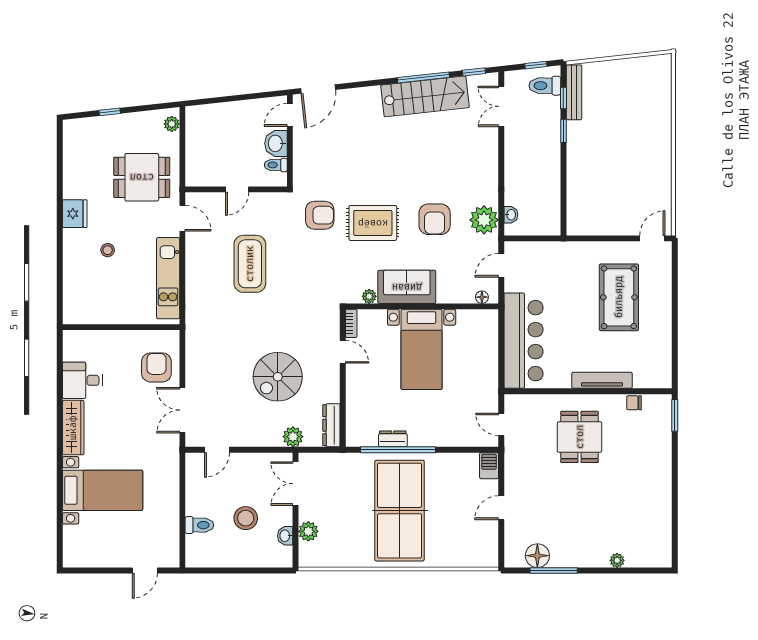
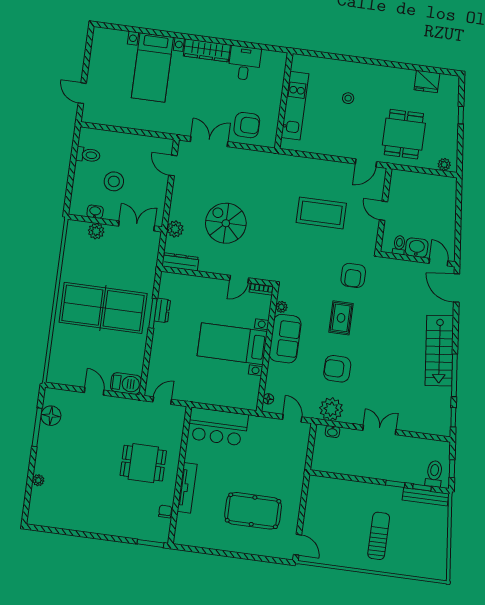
stairs: (425, 96) -> (439, 351), moved
double door: (501, 106) -> (379, 430), moved
sun lounger: (629, 142) -> (379, 536), added
fridge: (75, 214) -> (427, 81), moved
rug: (373, 223) -> (341, 318), width x0.73, depth x0.70
kitchen unit: (168, 278) -> (295, 106), moved, turned 90
bar counter: (524, 341) -> (218, 427), width x0.73
window: (398, 450) -> (153, 313), width x0.47
barbecue: (489, 466) -> (126, 383), width x1.38, depth x1.27
toilet: (199, 525) -> (88, 155), moved, turned -90

